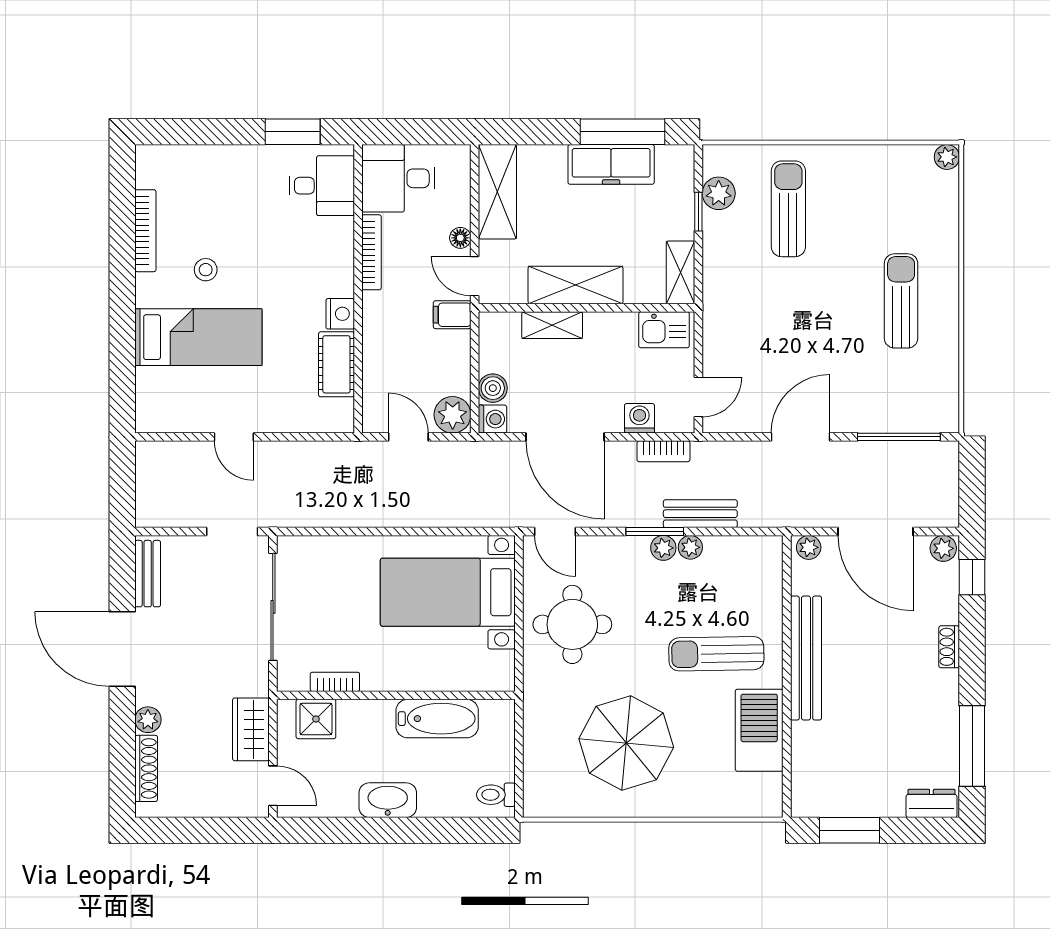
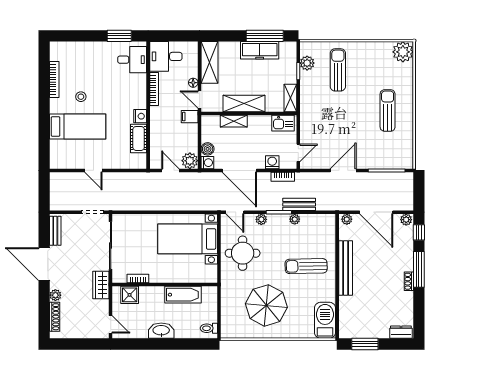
plant: (947, 157) -> (403, 52), width x1.88, depth x1.88
plant: (663, 548) -> (261, 219), moved
shoe rack: (949, 647) -> (409, 281), moved
wardrobe: (251, 729) -> (101, 285), moved
barbecue: (759, 730) -> (325, 320), moved
window: (972, 746) -> (419, 269), moved

